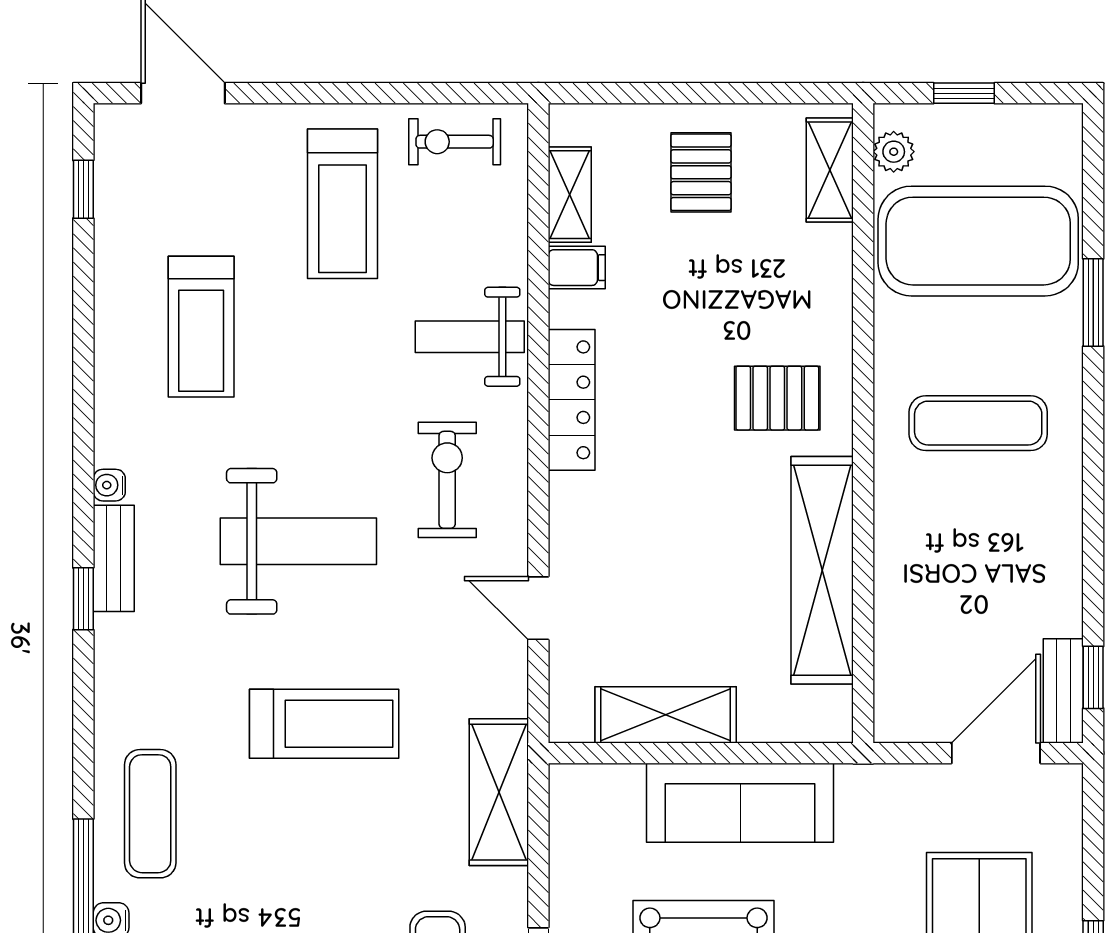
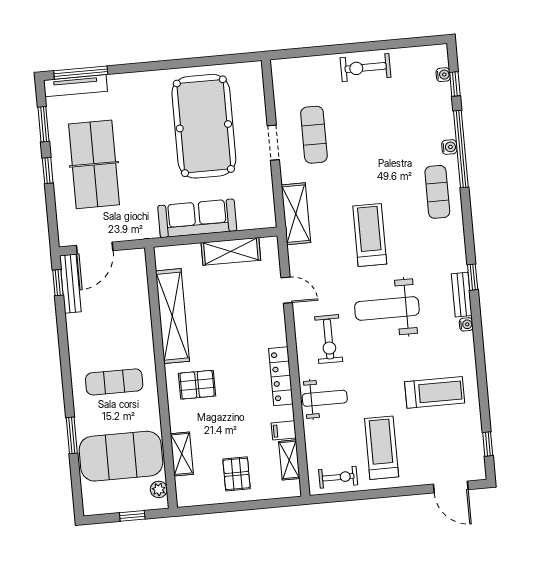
shelving: (830, 170) -> (182, 454), moved
treadmill: (201, 327) -> (435, 392), turned 90
bench: (1063, 691) -> (70, 284), width x1.36
treadmill: (324, 724) -> (370, 235), turned 90

